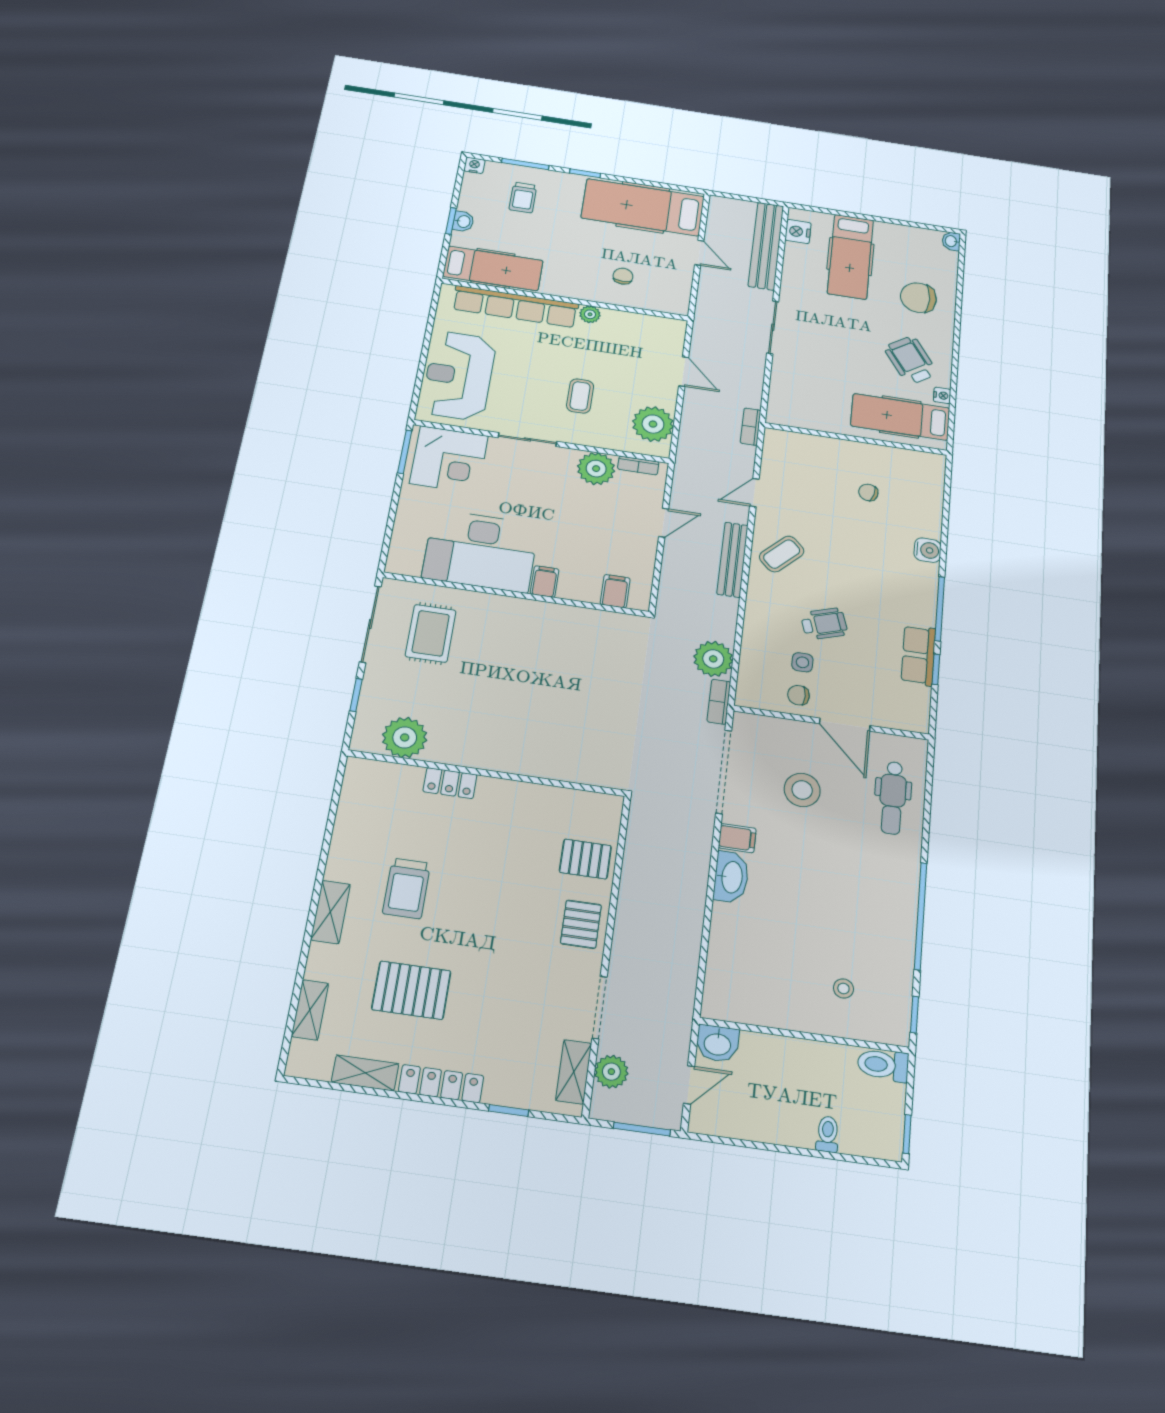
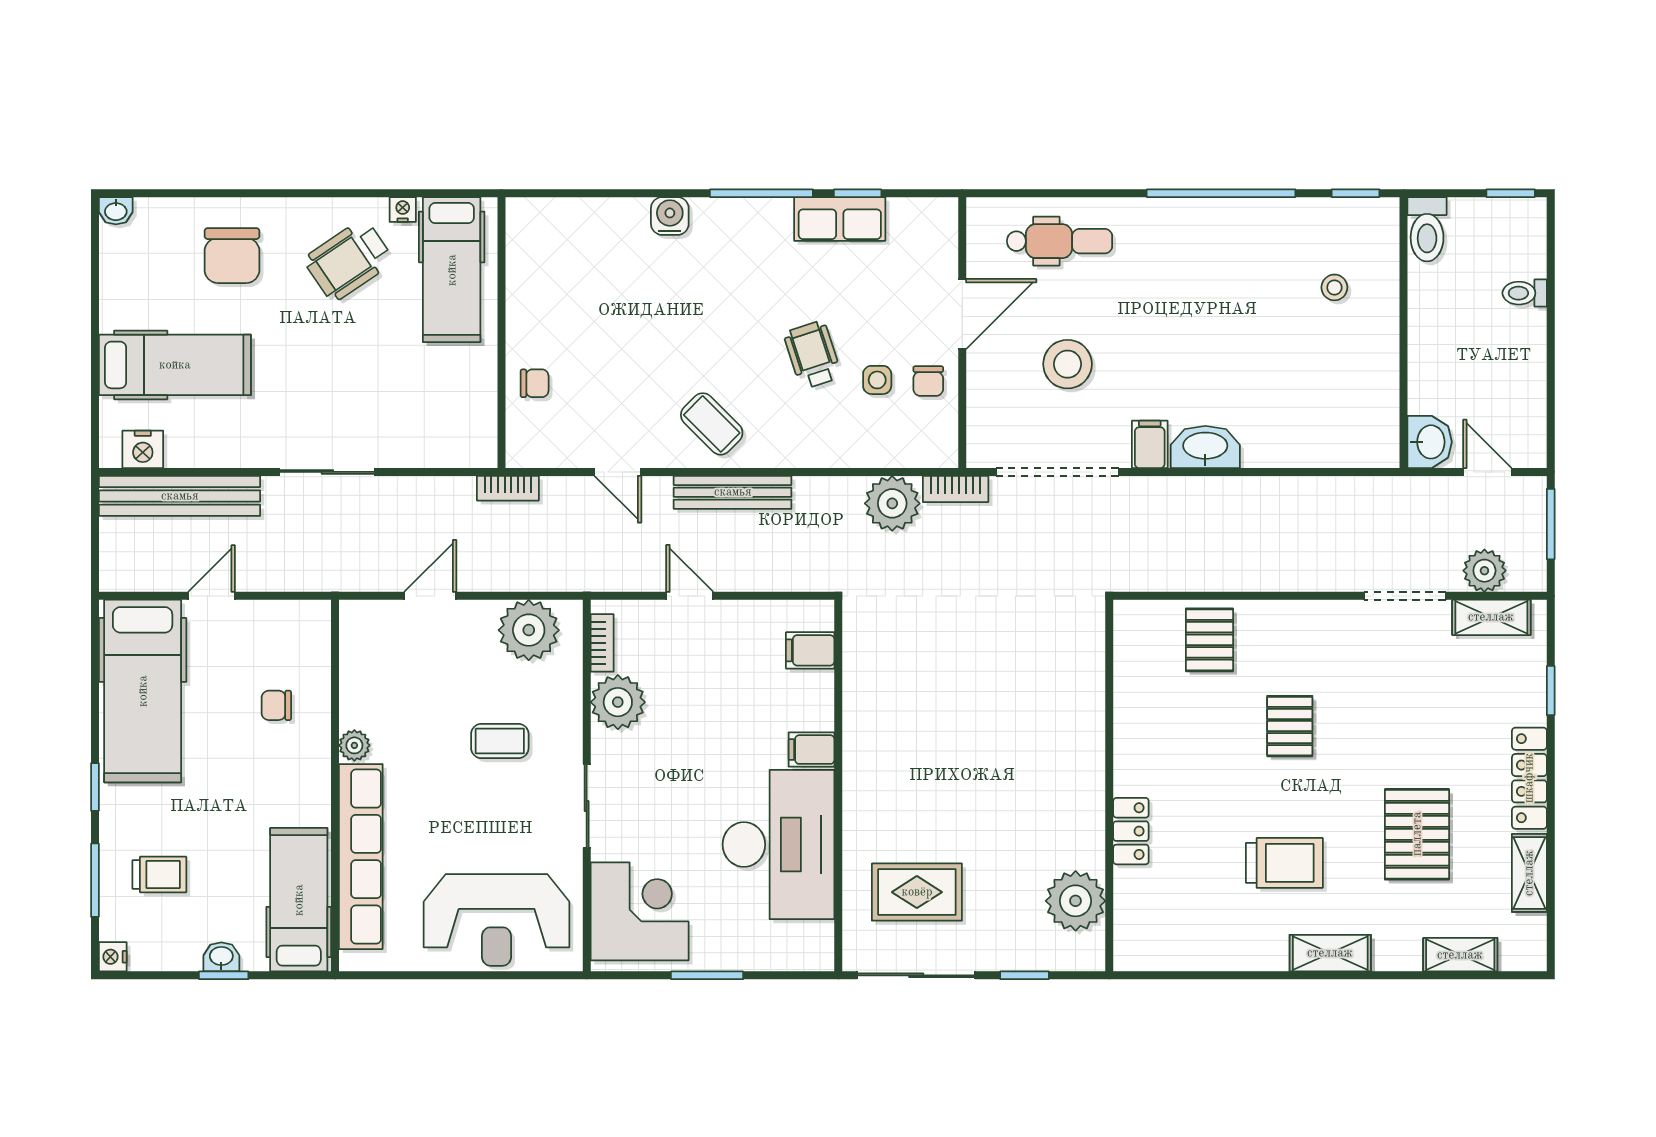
window: (405, 452) -> (707, 975), moved
chair: (868, 492) -> (535, 383), moved, turned -104
pallet: (581, 924) -> (1290, 726), moved, turned 90

